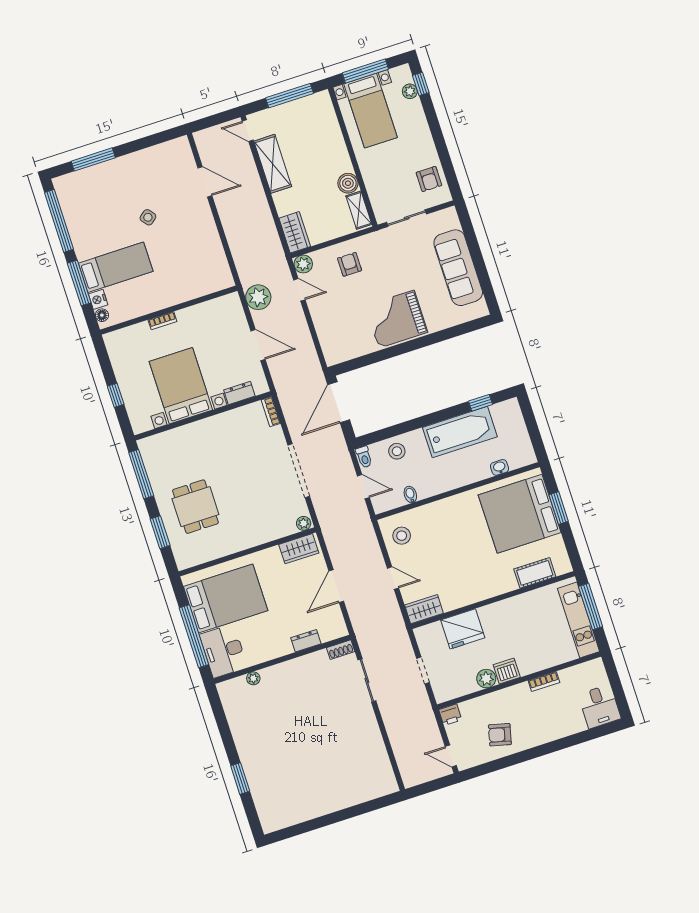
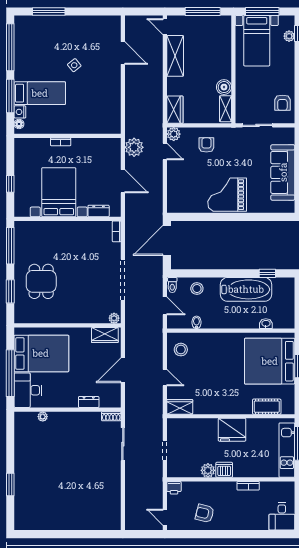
fridge: (463, 629) -> (232, 430), moved

